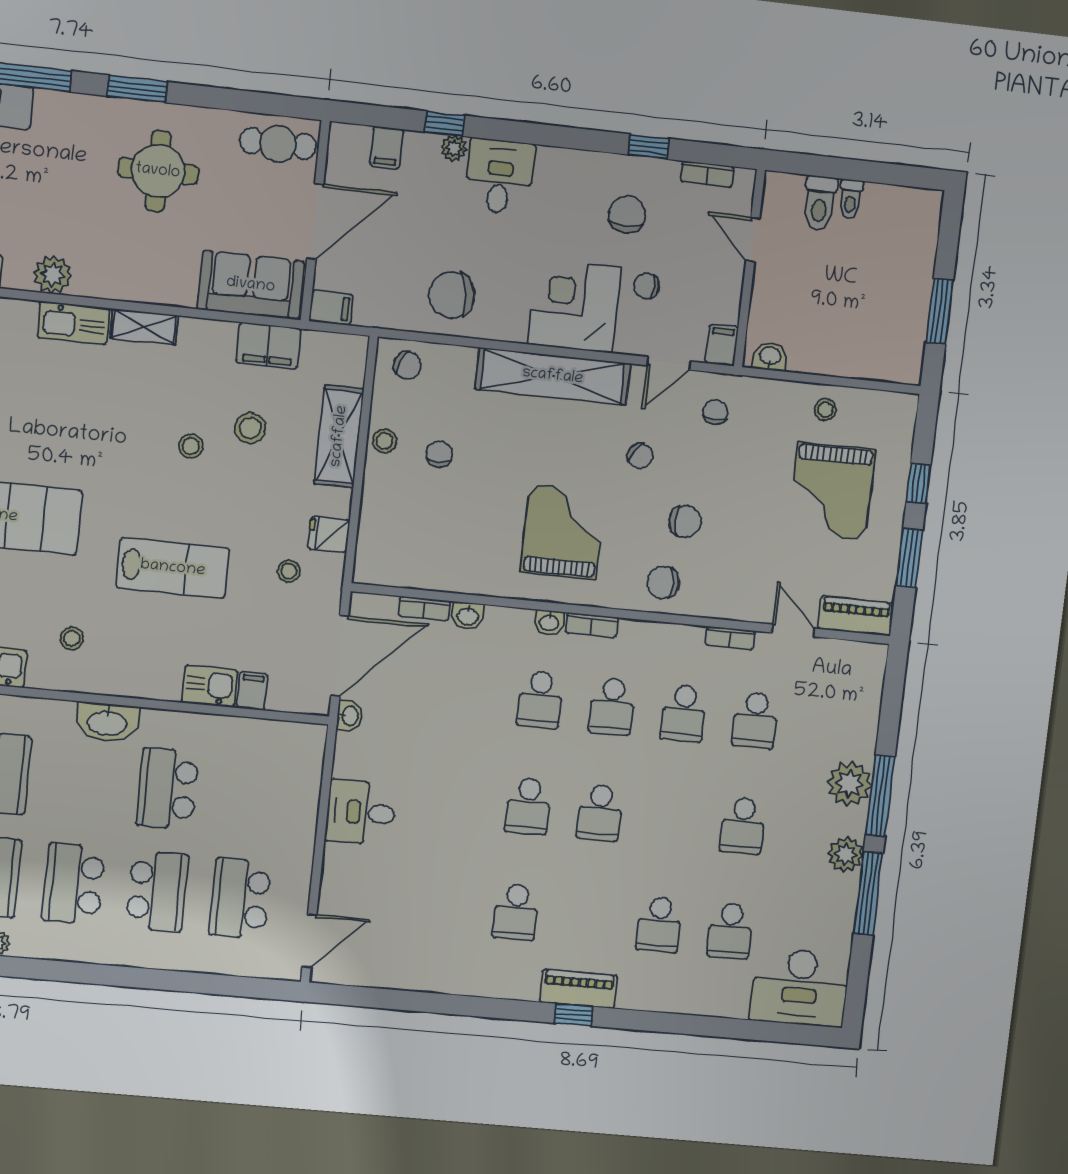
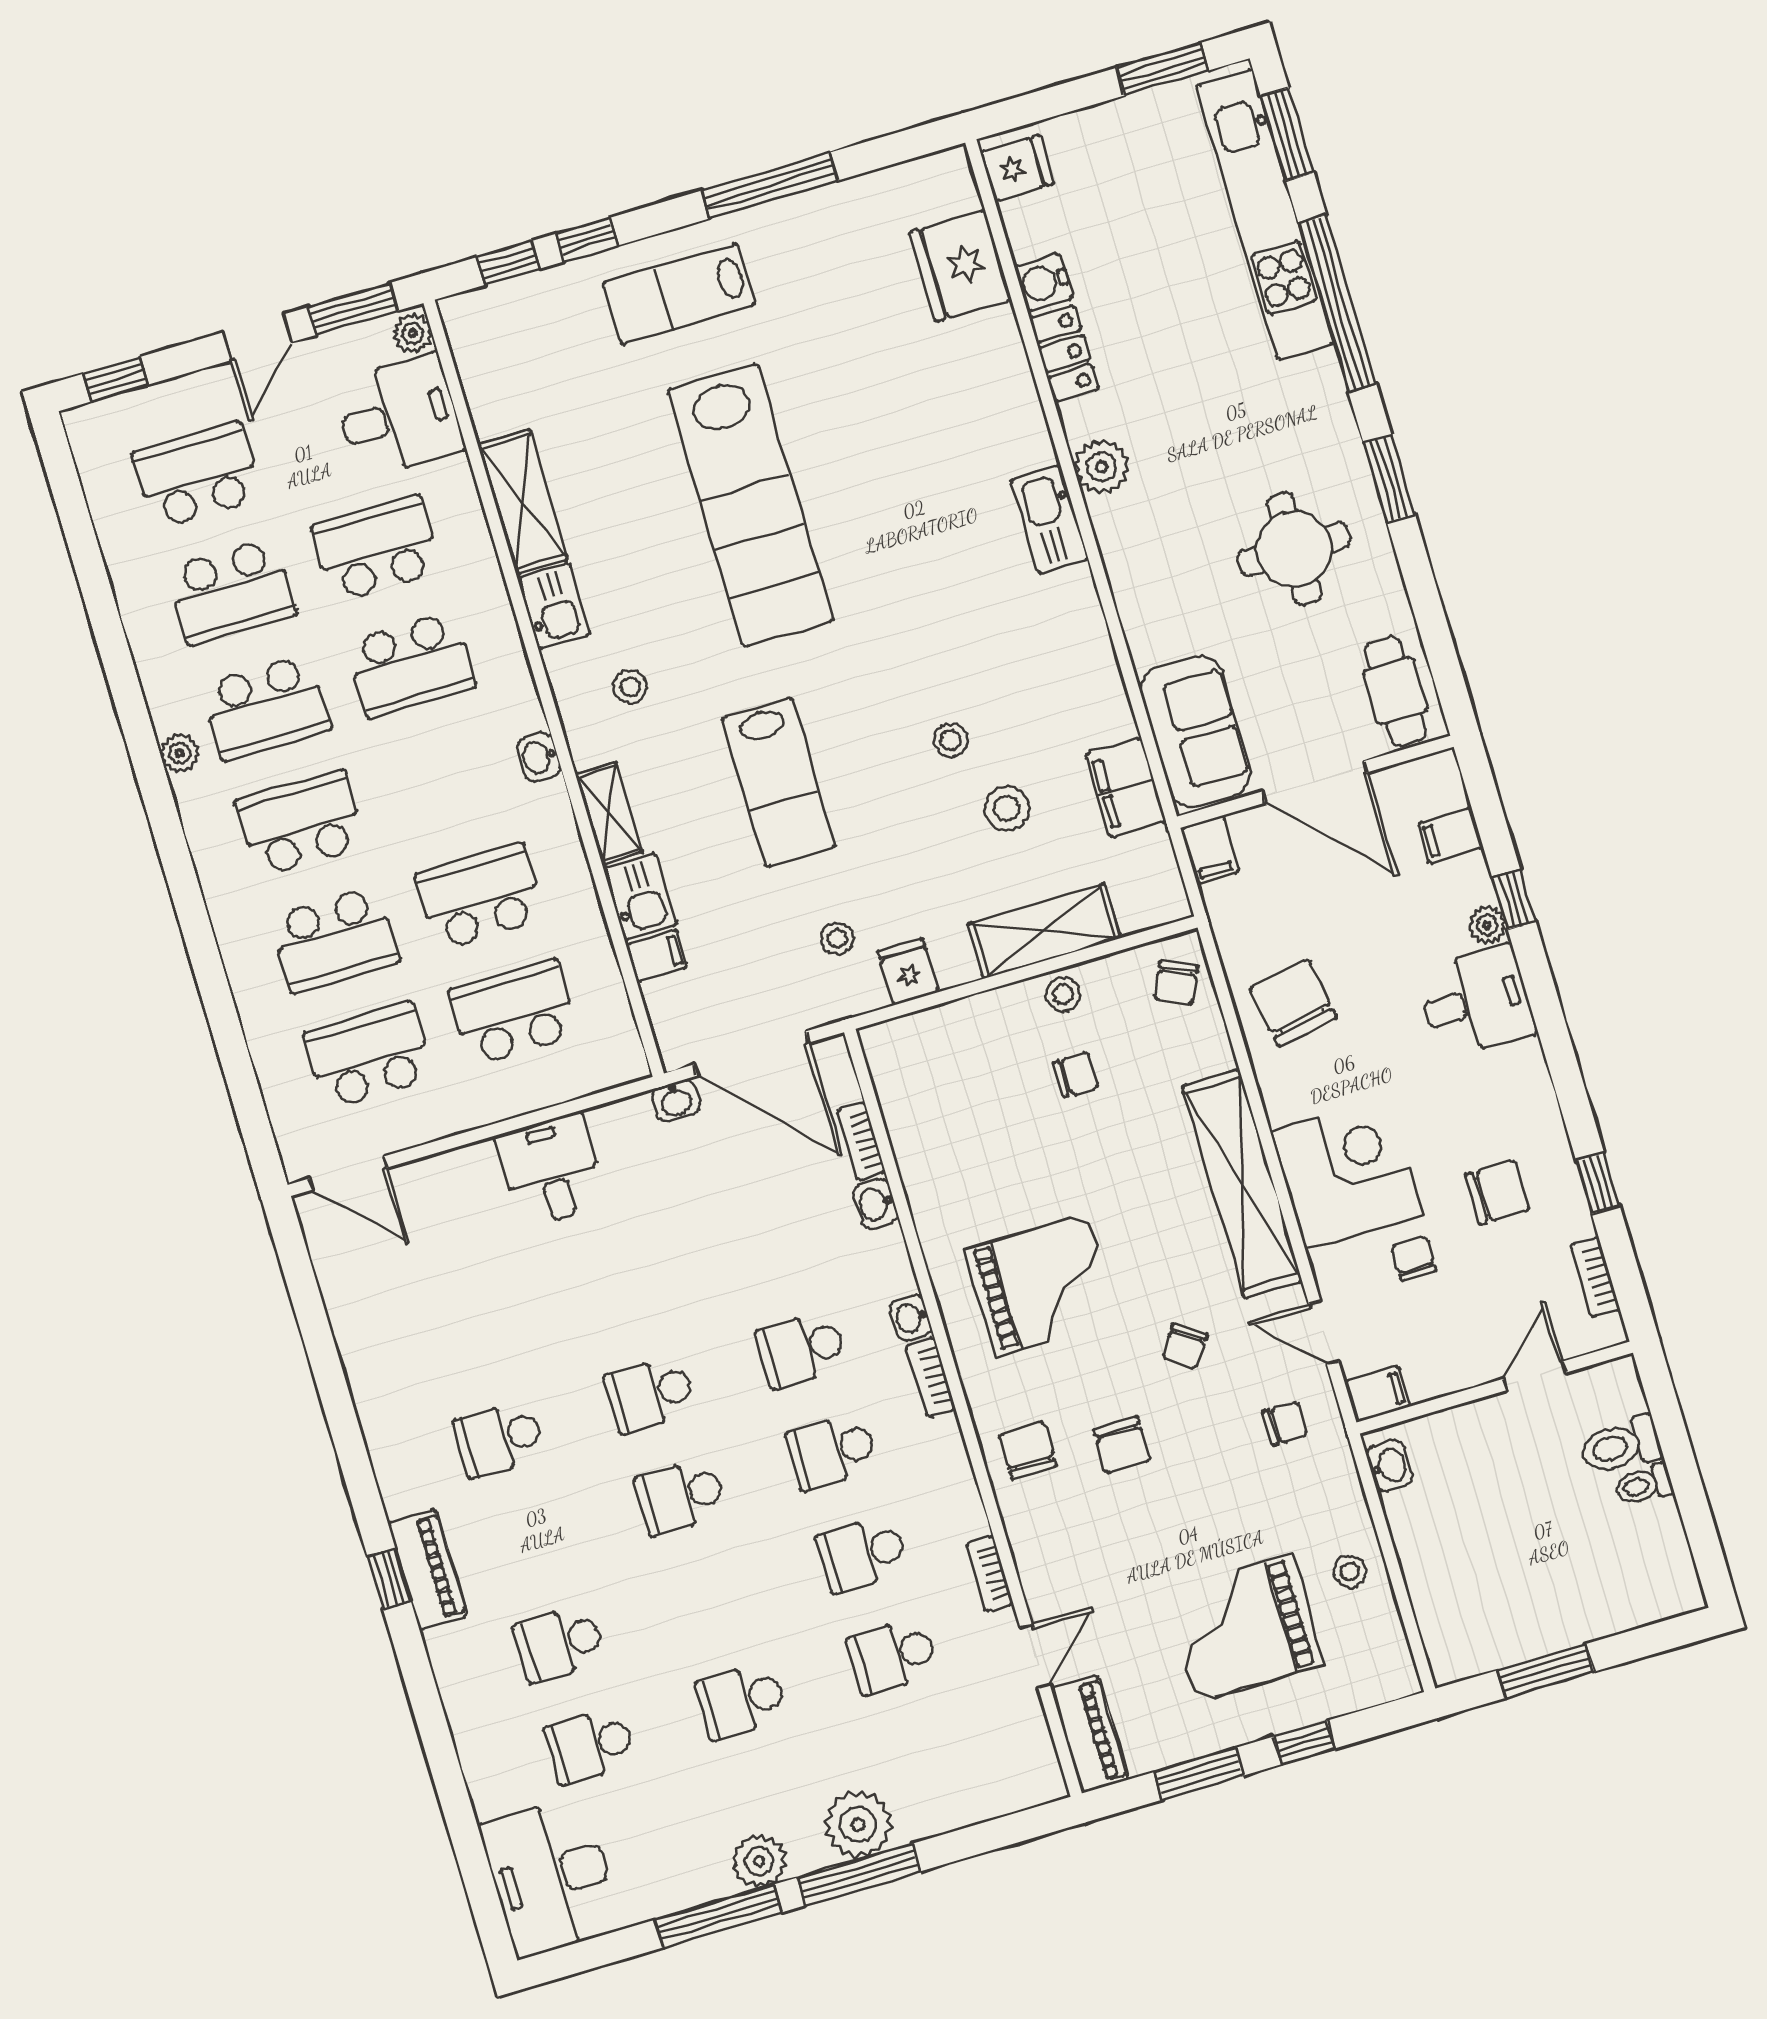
shelving: (144, 327) -> (609, 813), moved
washbasin: (107, 722) -> (539, 757), width x0.52, depth x0.69
school desk: (251, 796) -> (514, 1013), added

